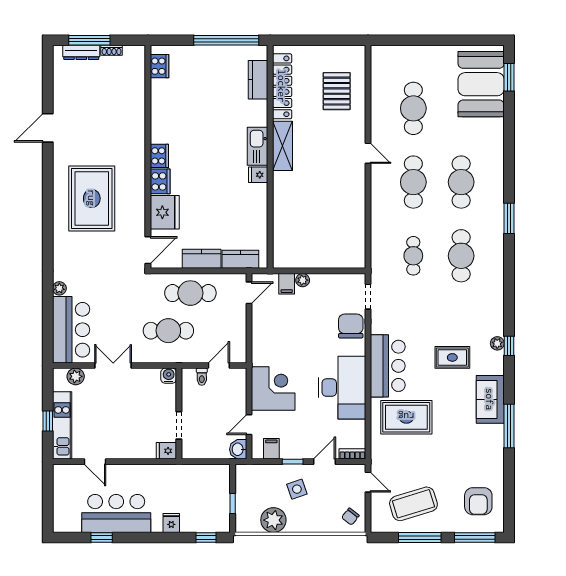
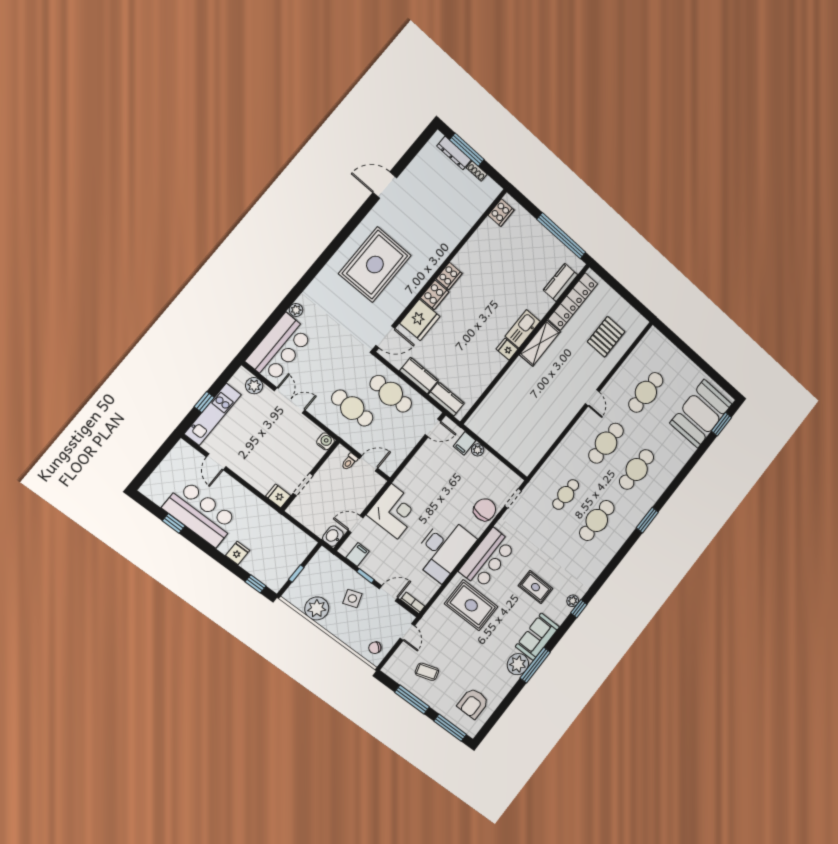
plant: (492, 437) -> (518, 664), added
coffee table: (413, 504) -> (427, 672), width x0.54, depth x0.58

